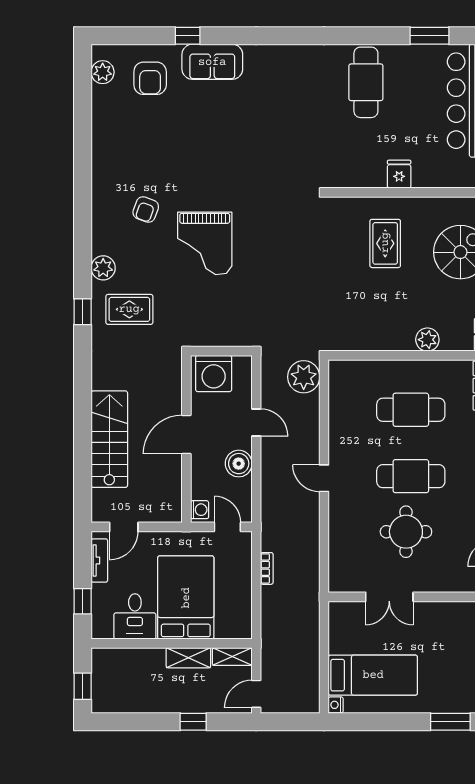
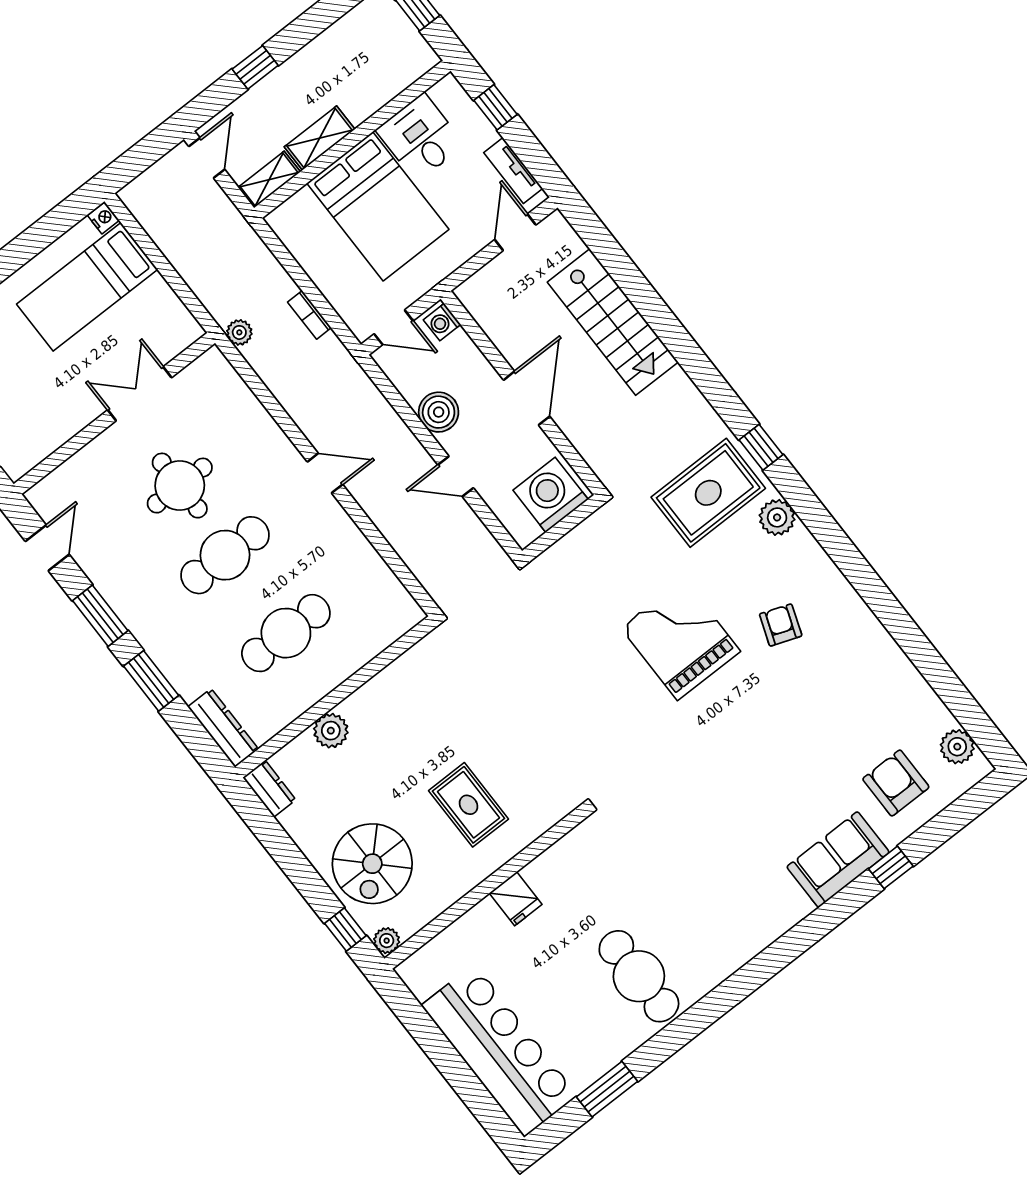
rug: (129, 309) -> (708, 493), width x1.36, depth x1.43
plant: (304, 377) -> (239, 332), moved, width x0.53, depth x0.53

